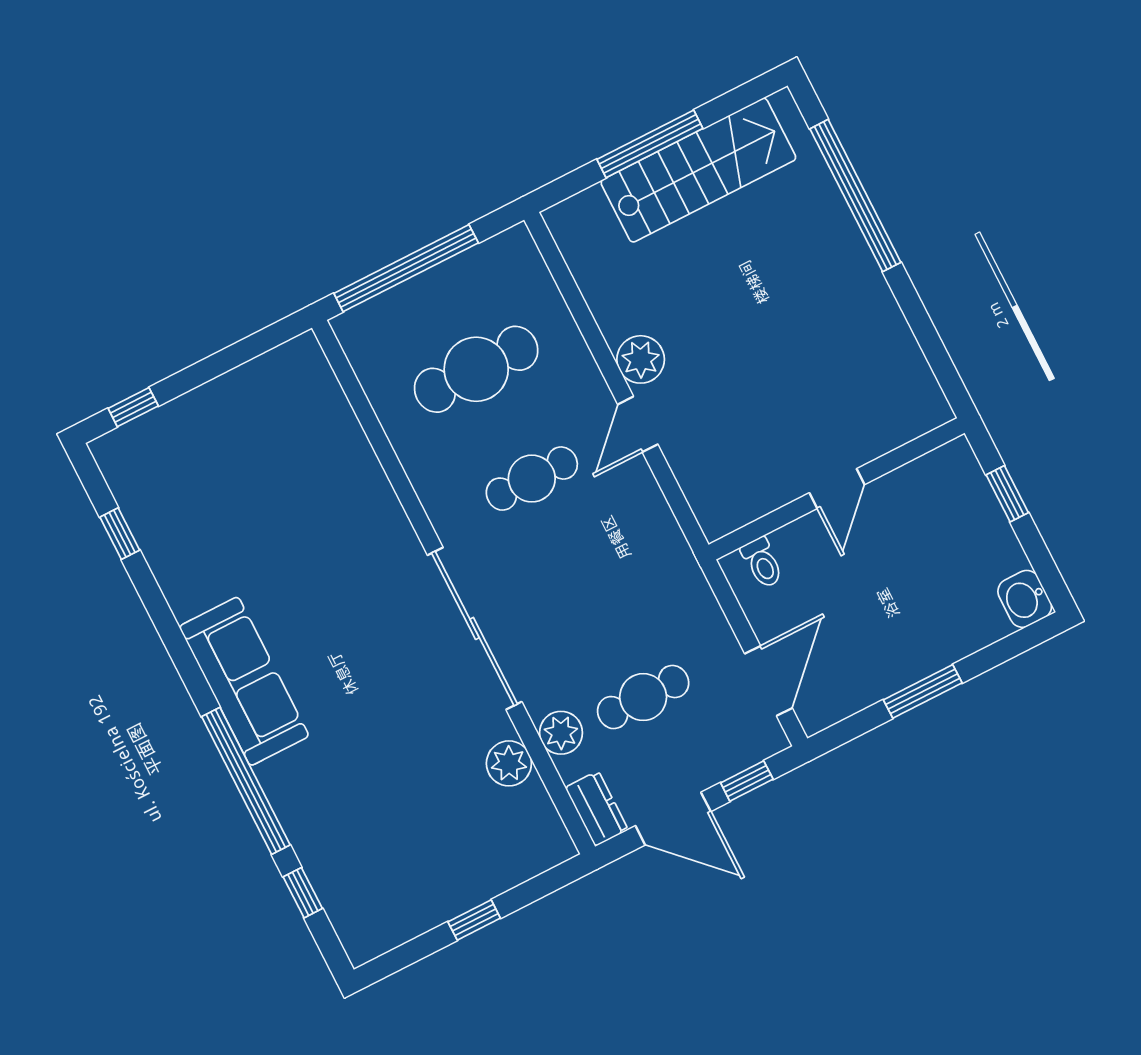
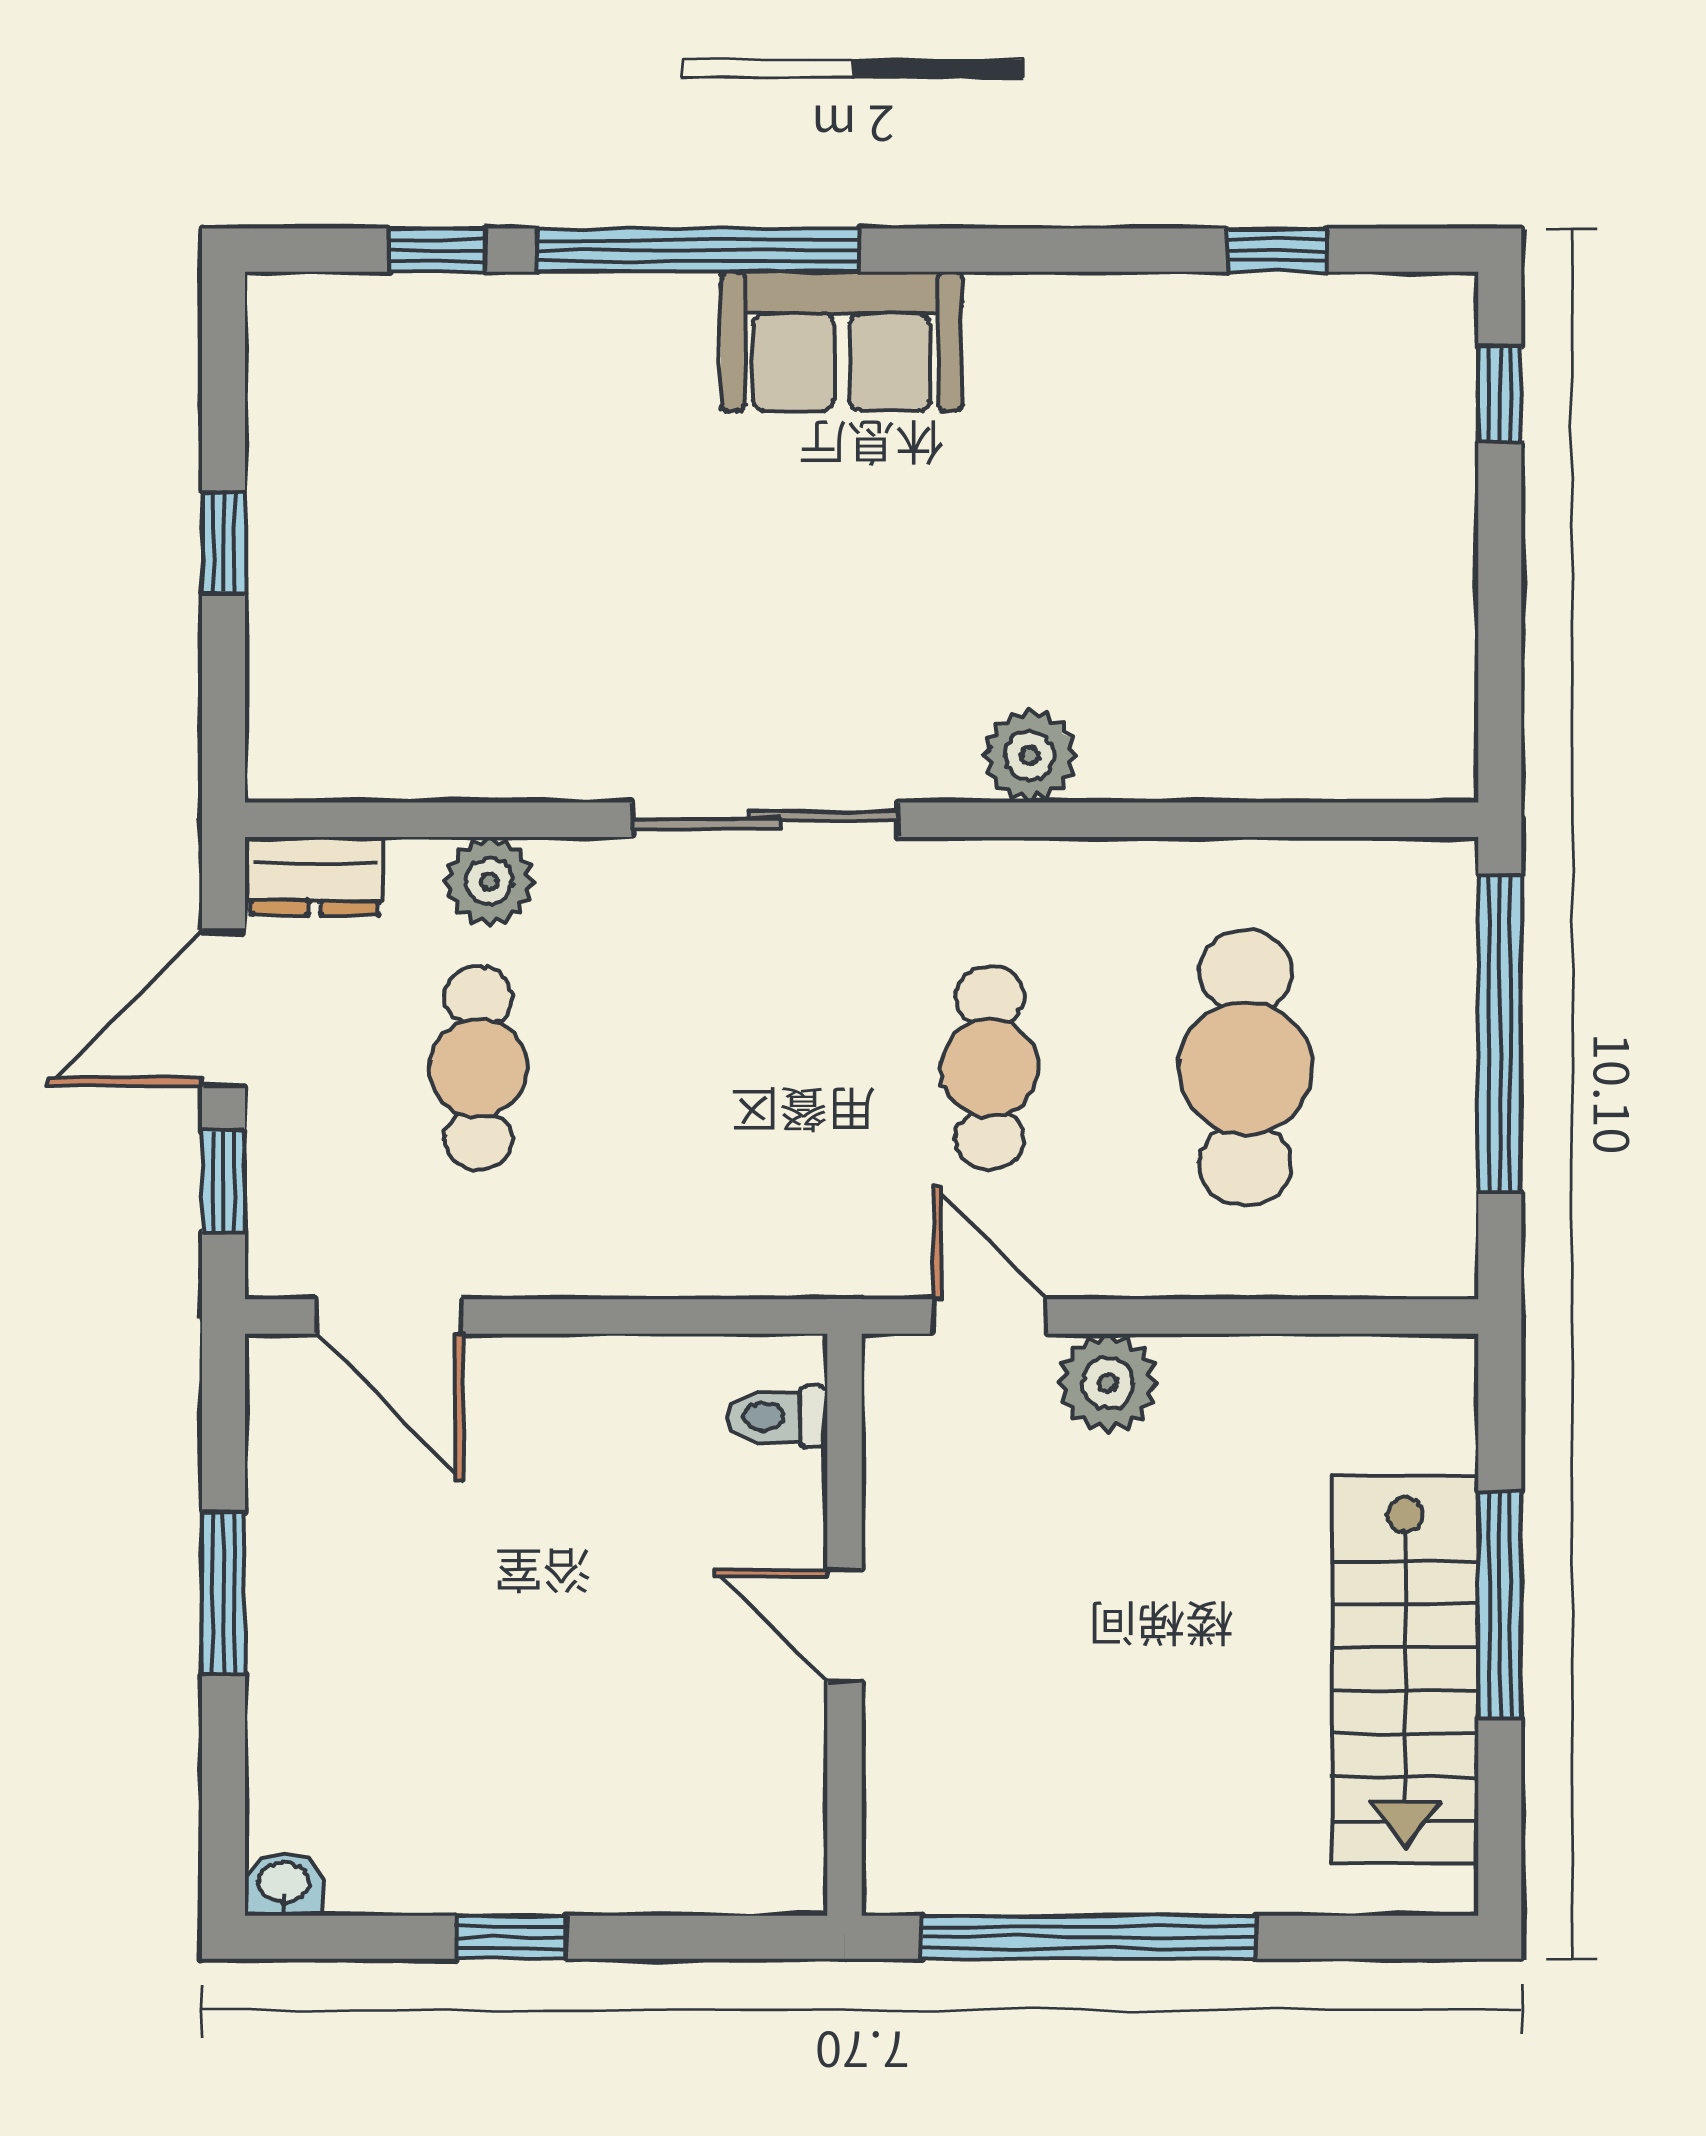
window: (855, 196) -> (1088, 1937), moved
door: (837, 489) -> (844, 1625), moved
wall: (837, 489) -> (844, 1625), moved
toilet: (762, 563) -> (778, 1417), moved
washbasin: (1025, 599) -> (284, 1884), width x0.72, depth x0.69
sliding door: (475, 628) -> (765, 820), width x0.73
sofa: (244, 681) -> (842, 341), width x0.73
plant: (509, 763) -> (1029, 756), moved

